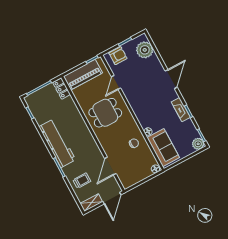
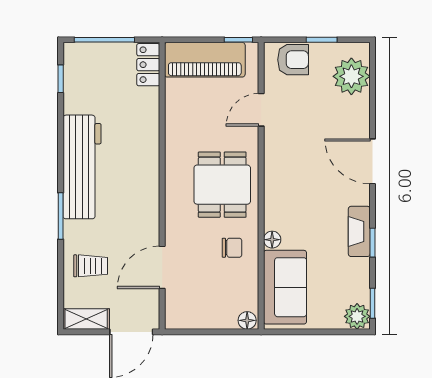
door: (171, 79) -> (372, 161), swing flipped
dining table: (105, 113) -> (222, 185), moved, turned 90

